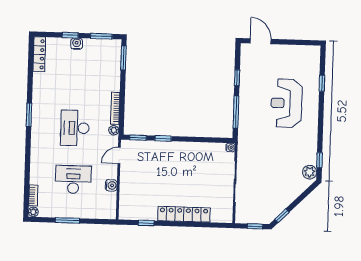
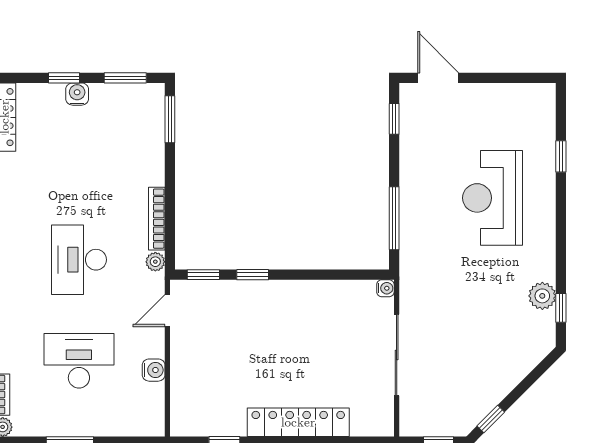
window: (237, 78) -> (394, 119), moved
plant: (310, 172) -> (542, 296), moved

